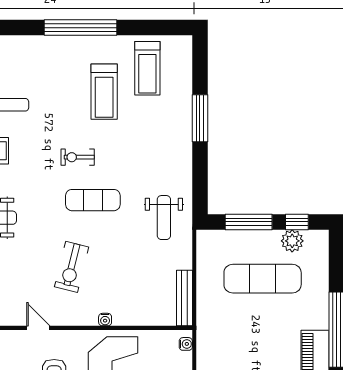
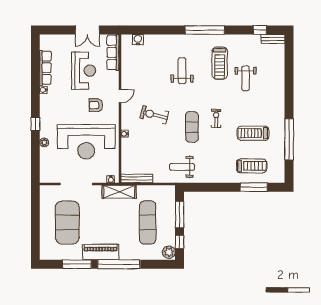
window: (81, 28) -> (289, 139), moved
treadmill: (147, 68) -> (252, 166), moved, turned 180
window: (200, 118) -> (254, 187), moved
plant: (292, 241) -> (169, 252), moved
shelving: (208, 329) -> (119, 192), added

